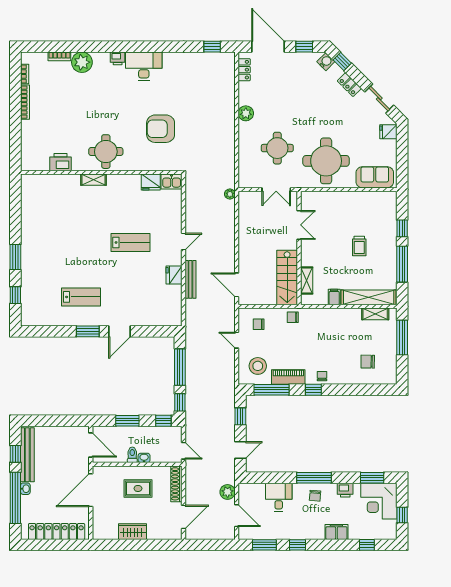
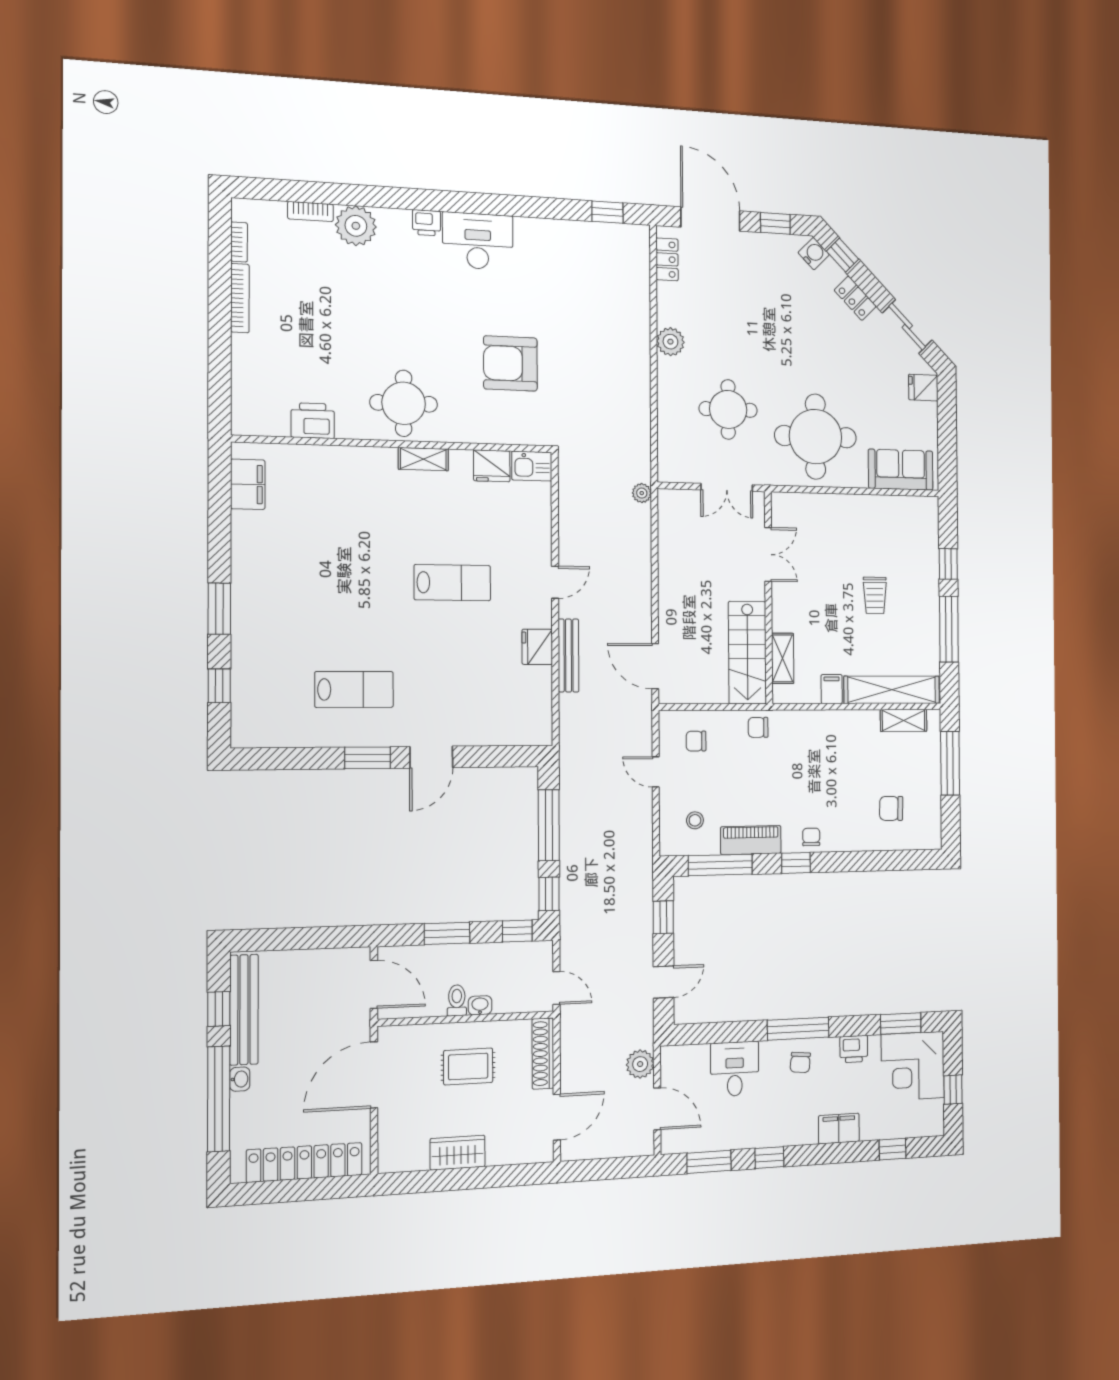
shelving: (94, 180) -> (423, 459), moved
filing cabinet: (29, 195) -> (248, 484), added
stool: (258, 366) -> (695, 820), width x0.53, depth x0.53

